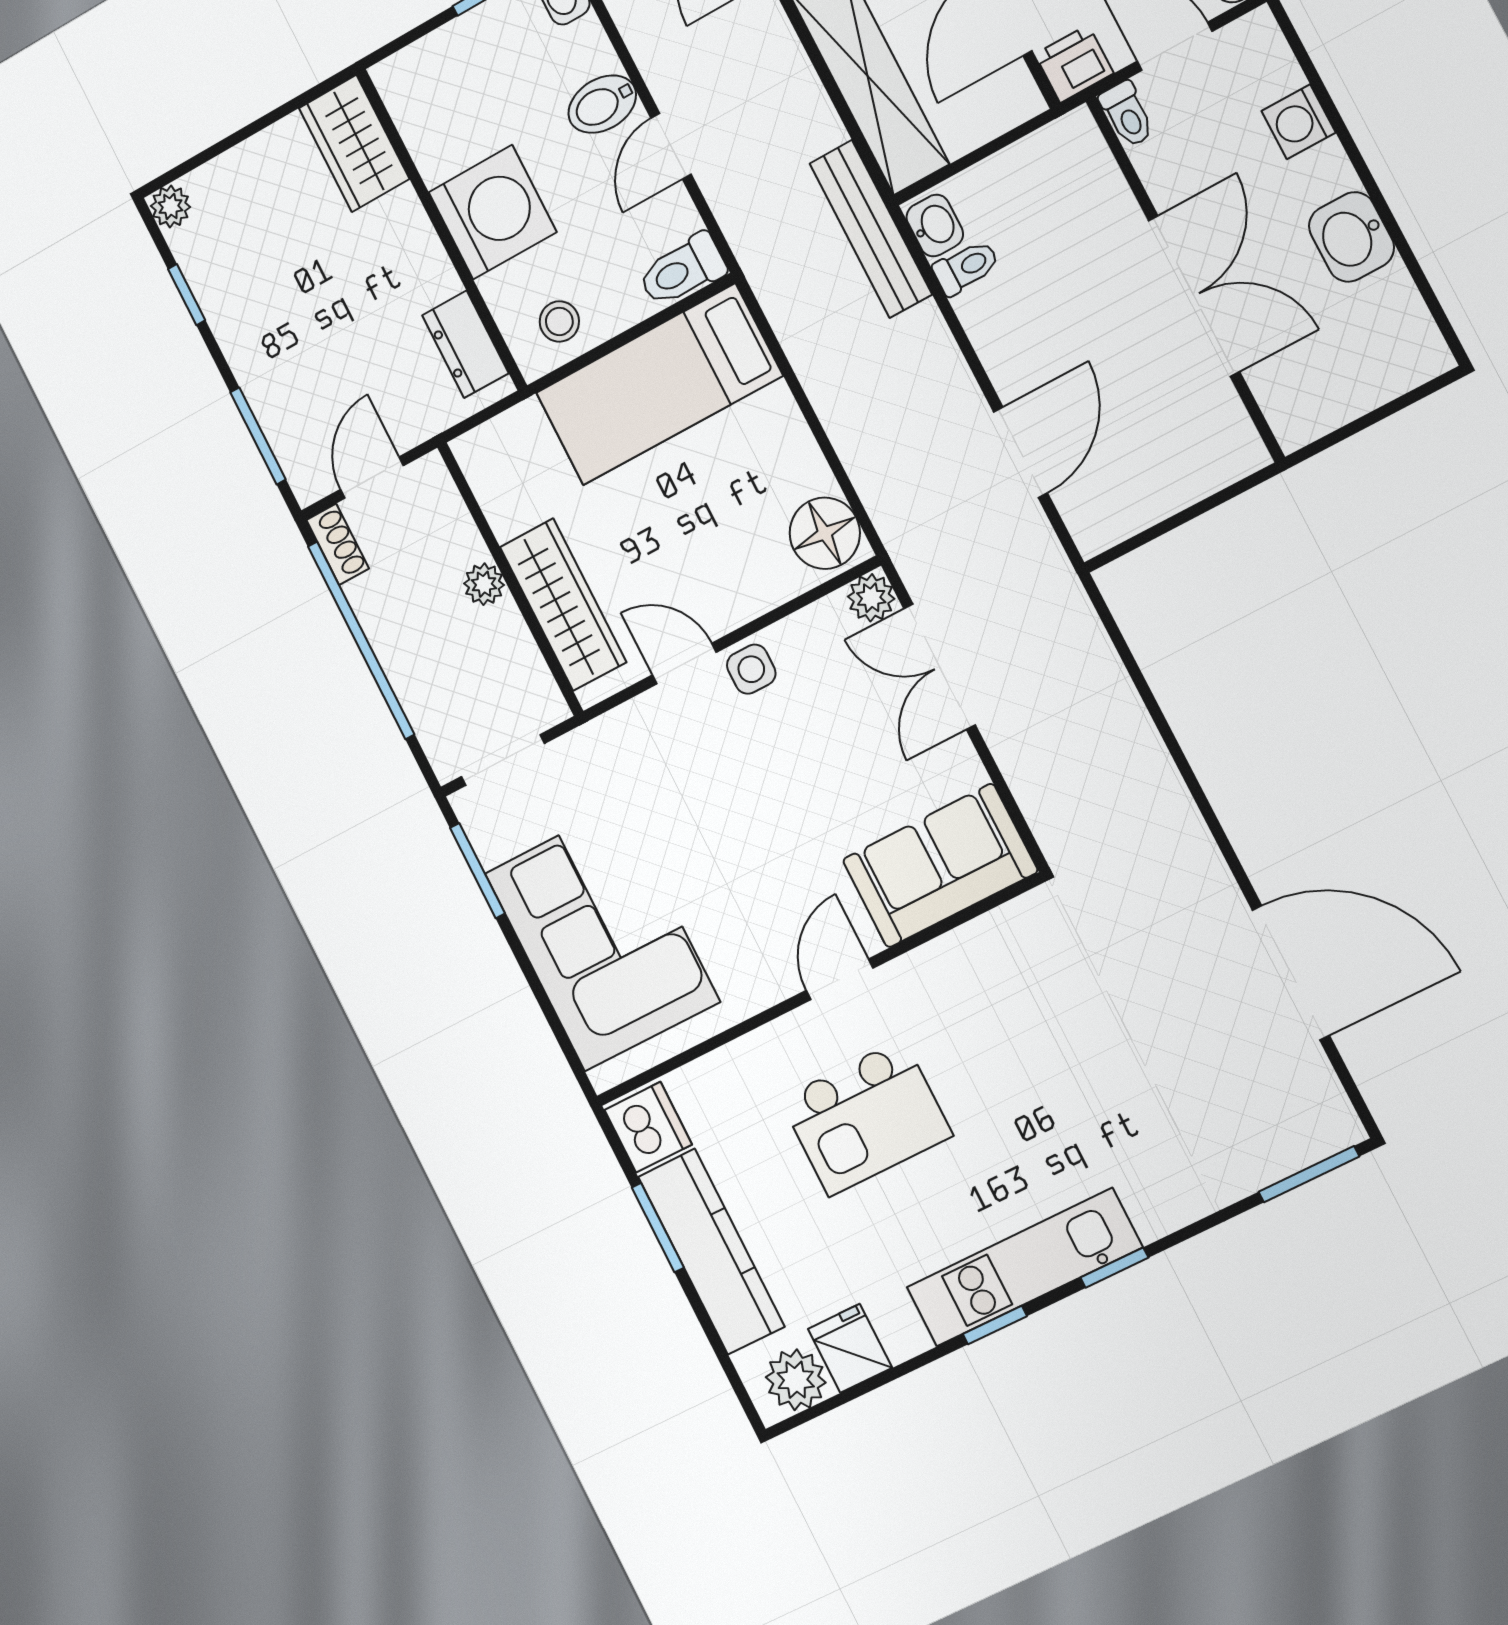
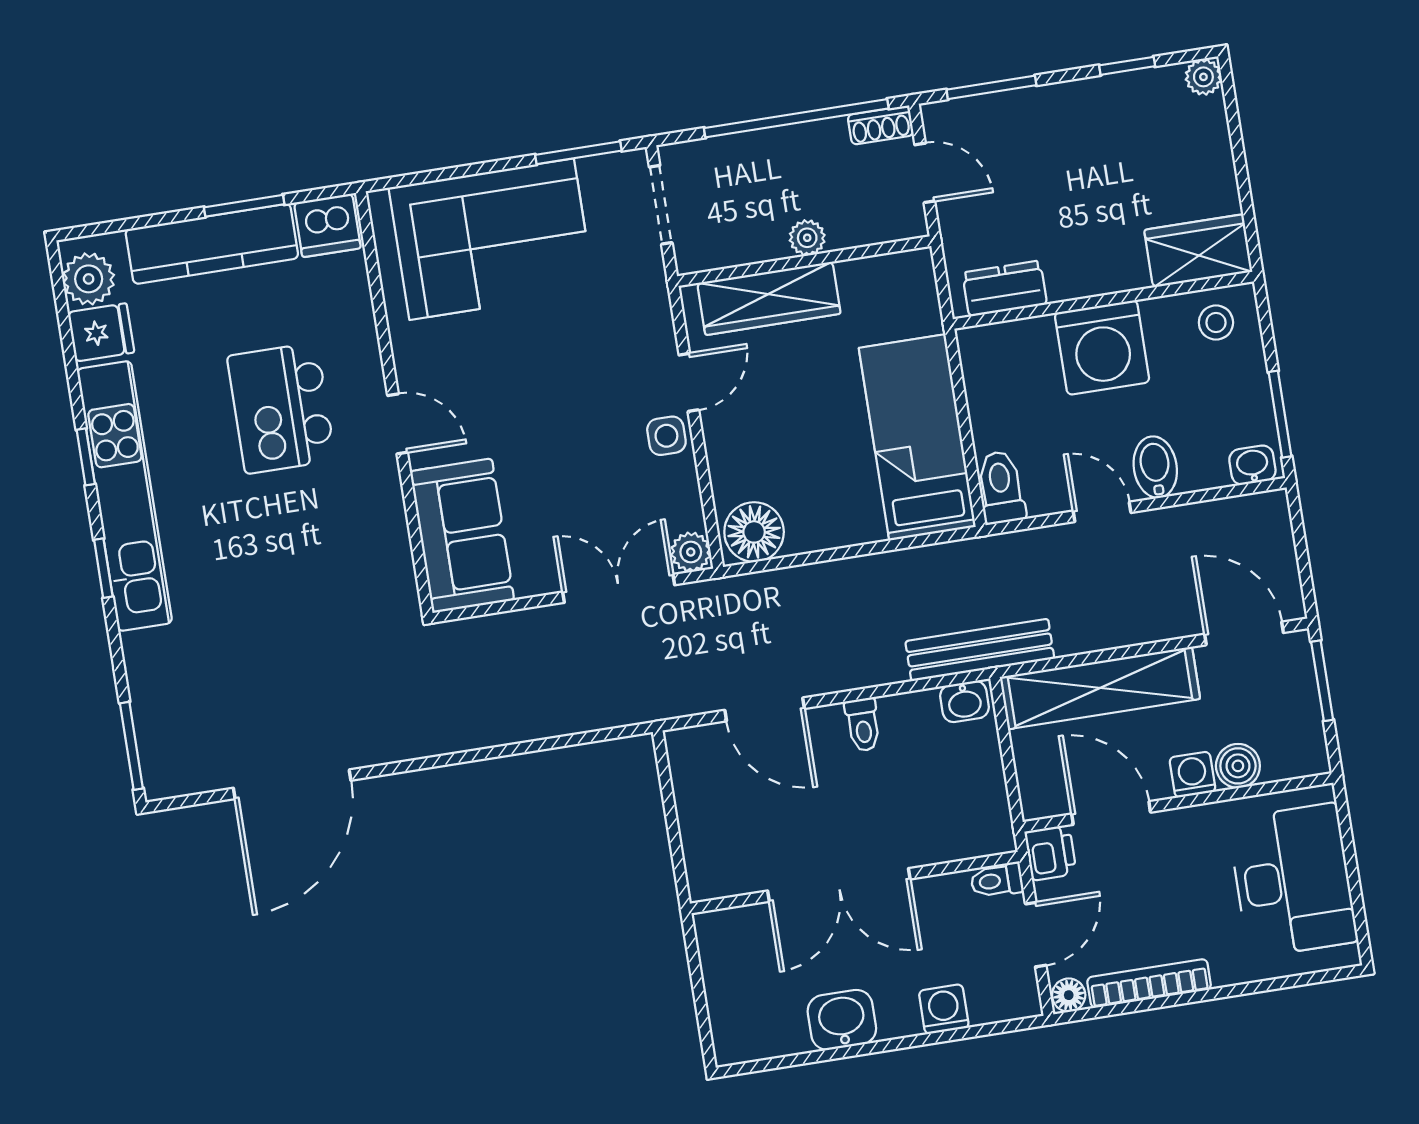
toilet: (966, 267) -> (863, 725), moved
stool: (559, 321) -> (1216, 323), moved
kitchen unit: (1024, 1267) -> (124, 496), width x1.36

